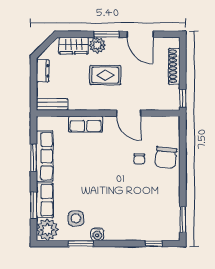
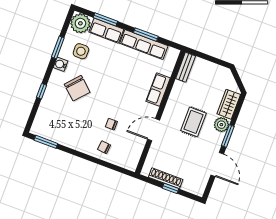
door: (140, 34) -> (217, 164), swing flipped
shoe rack: (174, 66) -> (166, 178), moved
dresser: (43, 71) -> (217, 70), removed
window: (183, 98) -> (171, 188), moved
chair: (166, 157) -> (104, 147), width x0.54, depth x0.54
chair: (115, 208) -> (77, 88), added
window: (154, 244) -> (41, 91), moved

